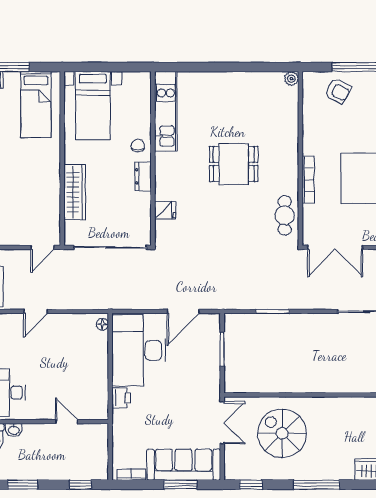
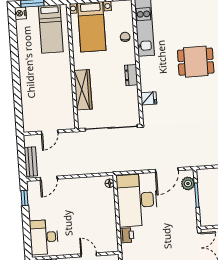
chair: (138, 146) -> (125, 37), moved
door: (43, 247) -> (50, 132), moved
door: (36, 311) -> (49, 178), moved
plant: (211, 332) -> (188, 184), added

